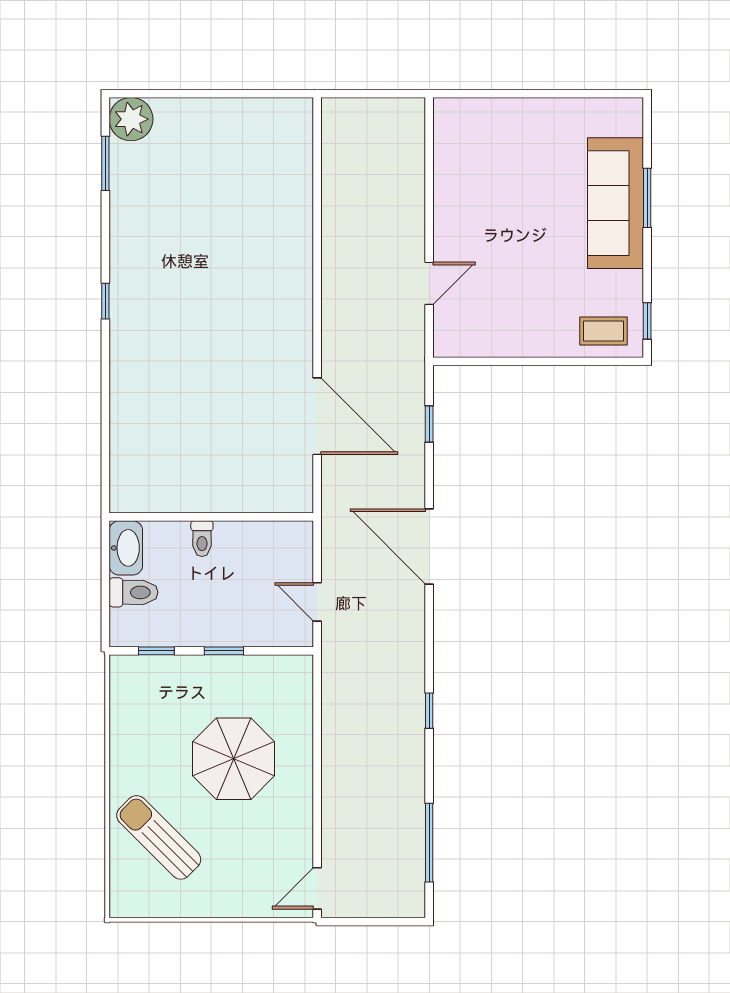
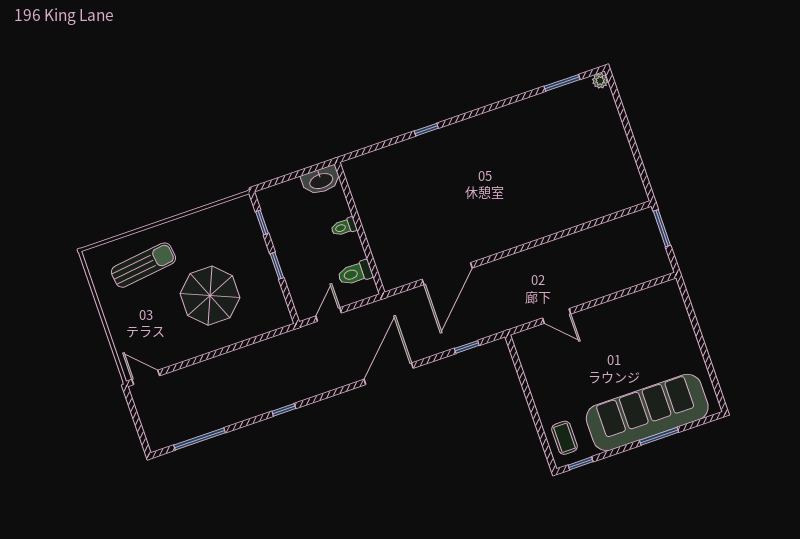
window: (357, 94) -> (662, 228), added
plant: (131, 119) -> (600, 81), width x0.53, depth x0.53
sofa: (616, 203) -> (647, 412), width x1.36, depth x1.27
window: (105, 301) -> (426, 130), moved
toilet: (133, 592) -> (355, 273), moved, turned 90
sun lounger: (159, 837) -> (143, 265), turned 38

